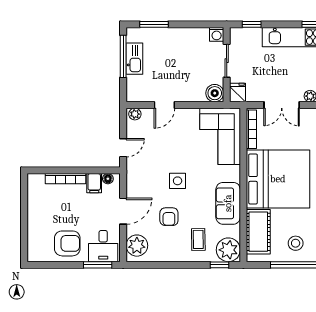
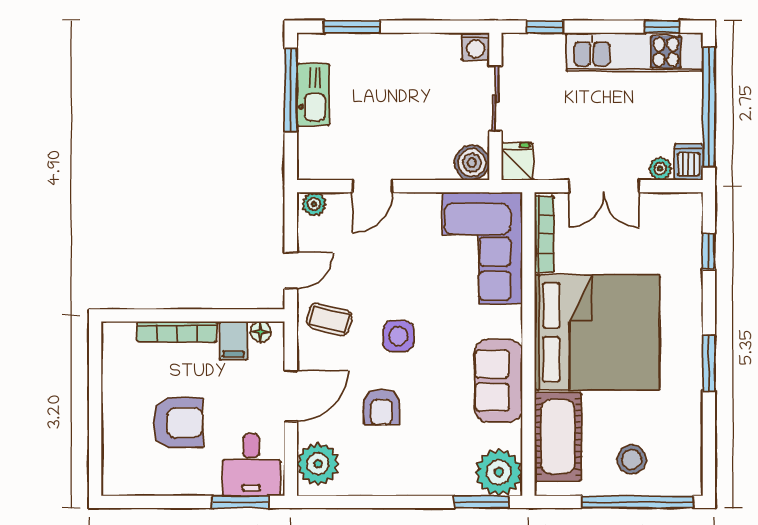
coffee table: (198, 239) -> (329, 319), moved, turned -74
armchair: (67, 243) -> (178, 423), moved
window: (220, 265) -> (481, 502), width x1.50

